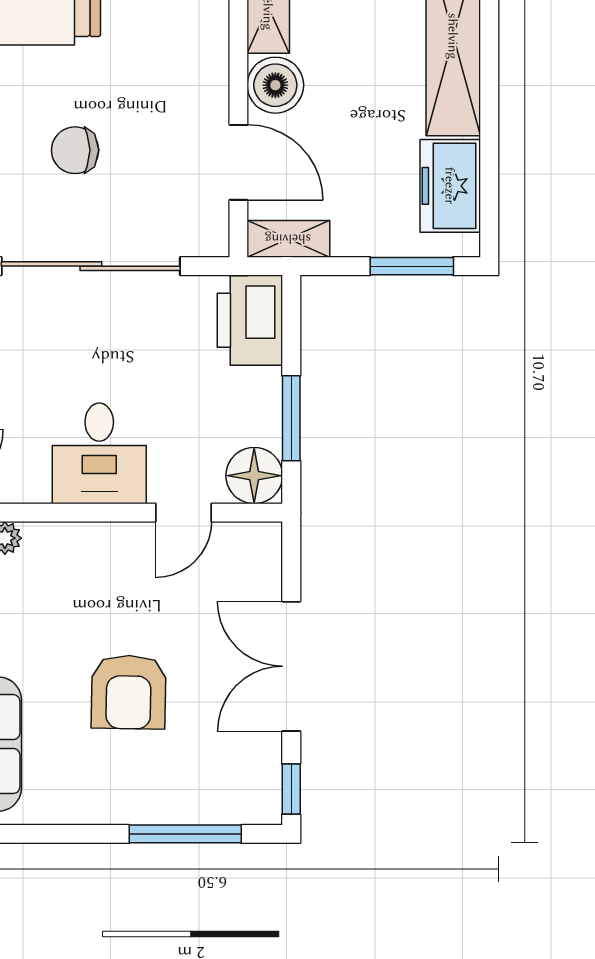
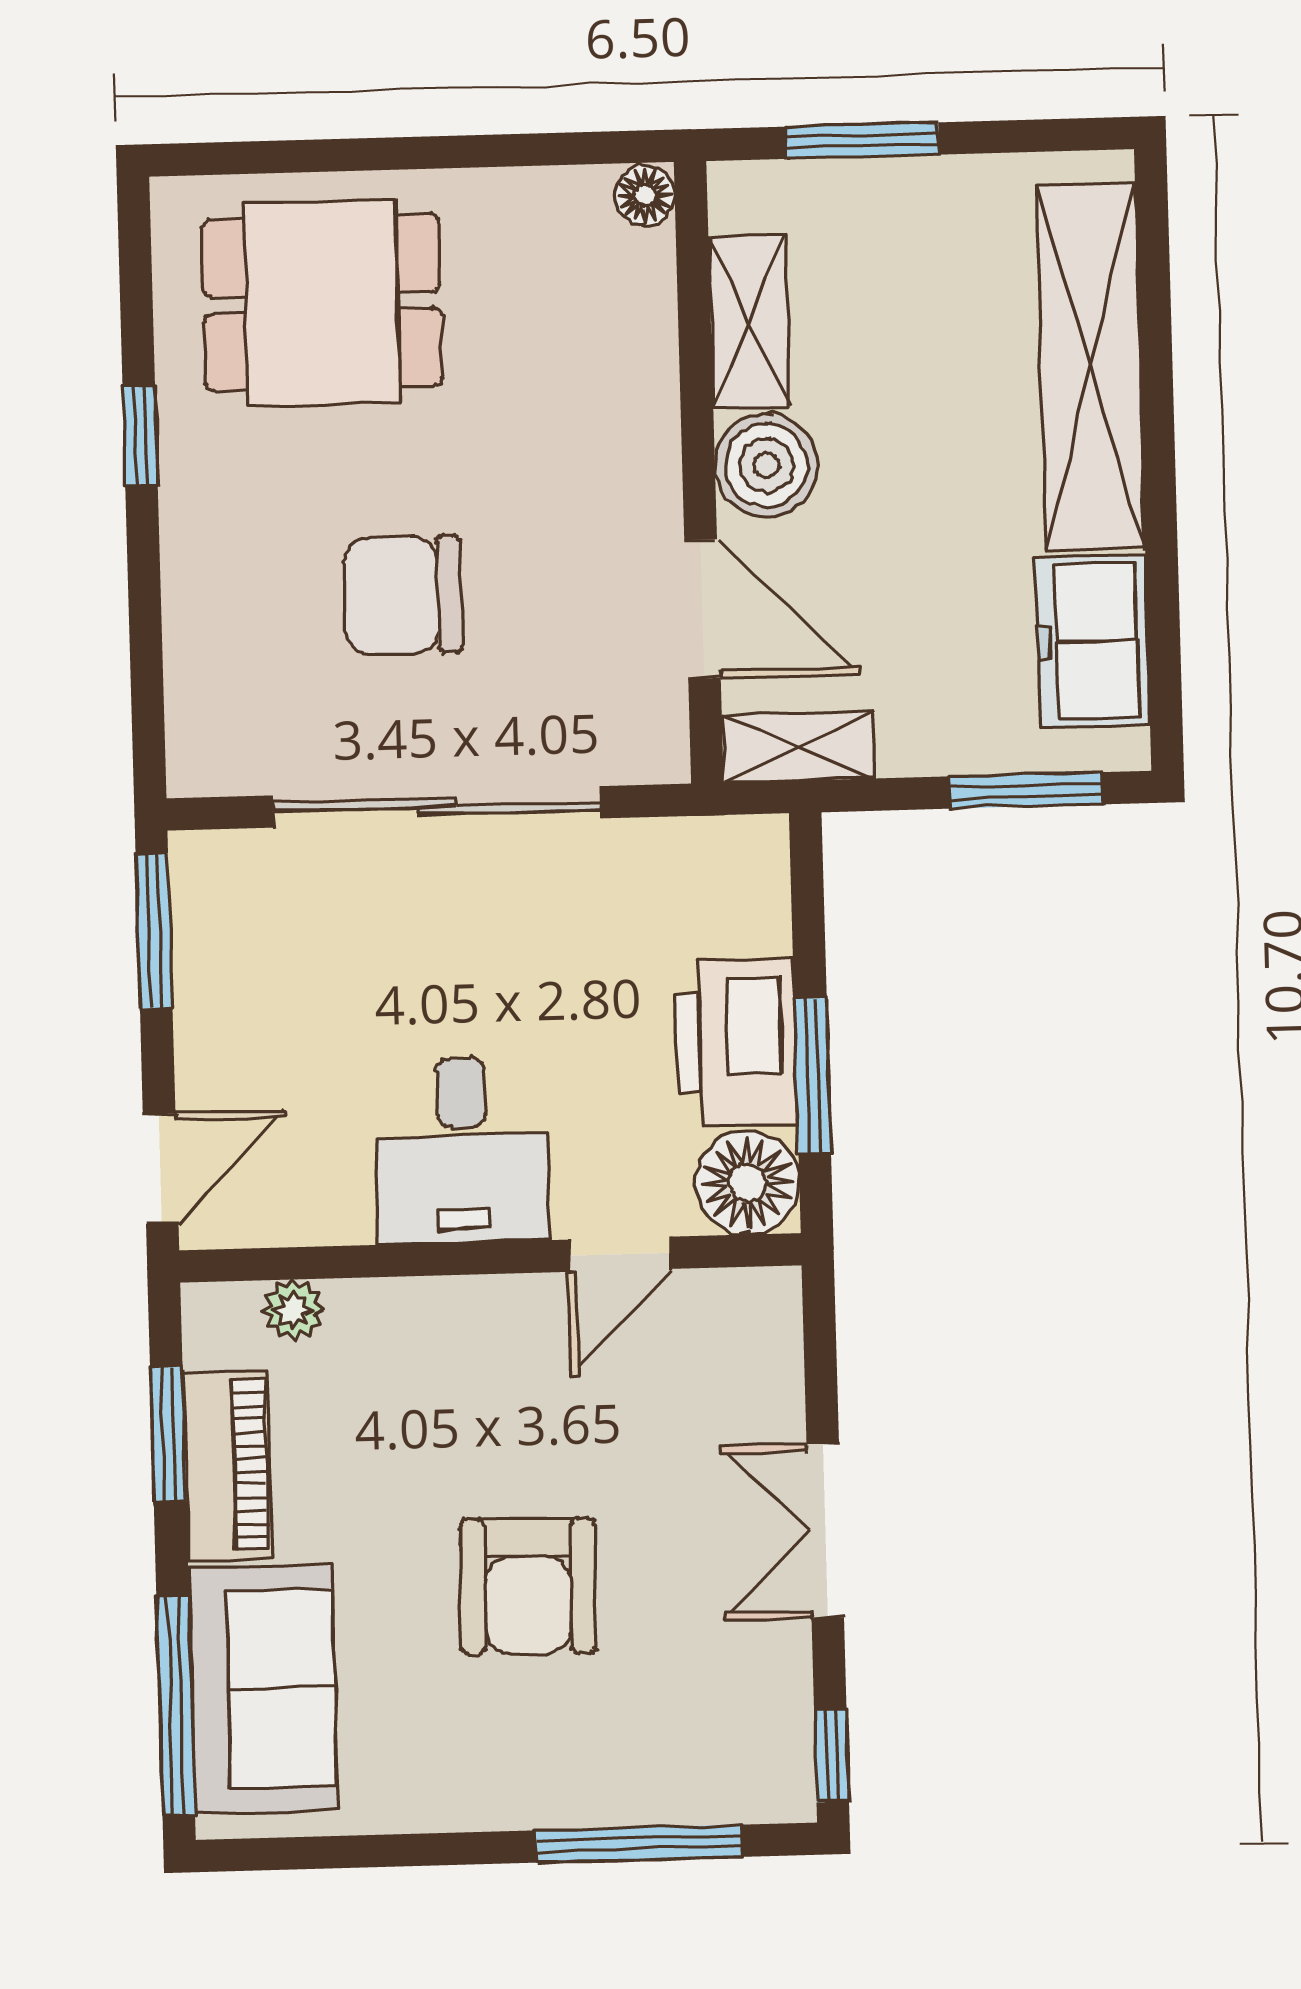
chair: (75, 150) -> (402, 595), width x1.37, depth x1.37
printer: (250, 320) -> (736, 1042), moved
double door: (291, 666) -> (825, 1531), width x0.73

